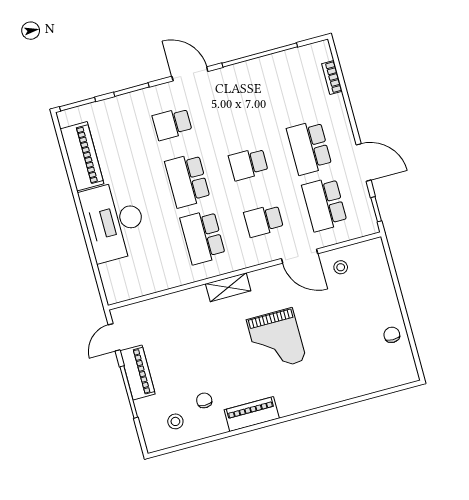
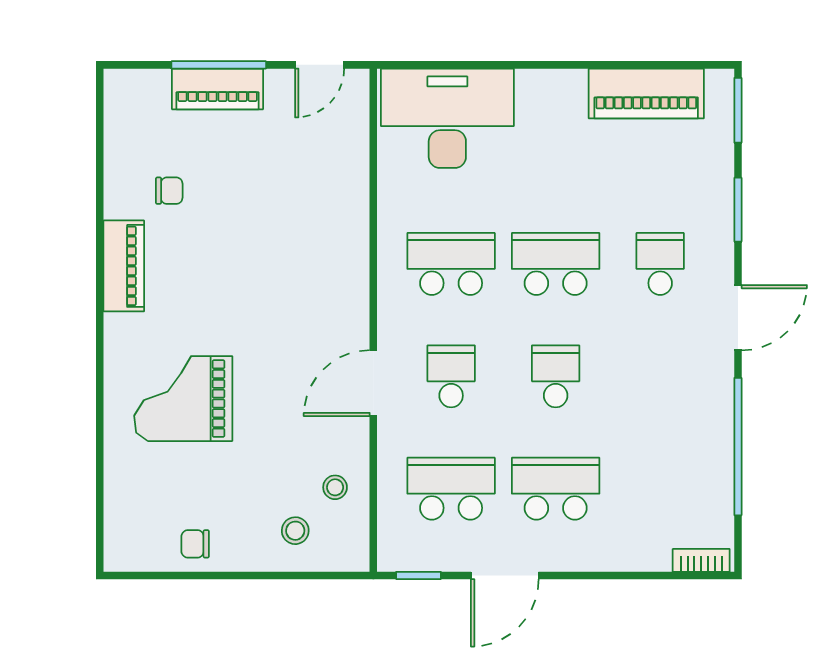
bookcase: (332, 78) -> (701, 560), moved
desk: (114, 221) -> (447, 118), moved
door: (300, 256) -> (373, 383), moved
shelving: (228, 287) -> (353, 284), removed
chair: (392, 335) -> (195, 544), turned 180
door: (114, 337) -> (320, 65), swing flipped
grand piano: (276, 340) -> (183, 399), moved
piano: (138, 372) -> (217, 89), moved
stool: (175, 421) -> (295, 531), moved

